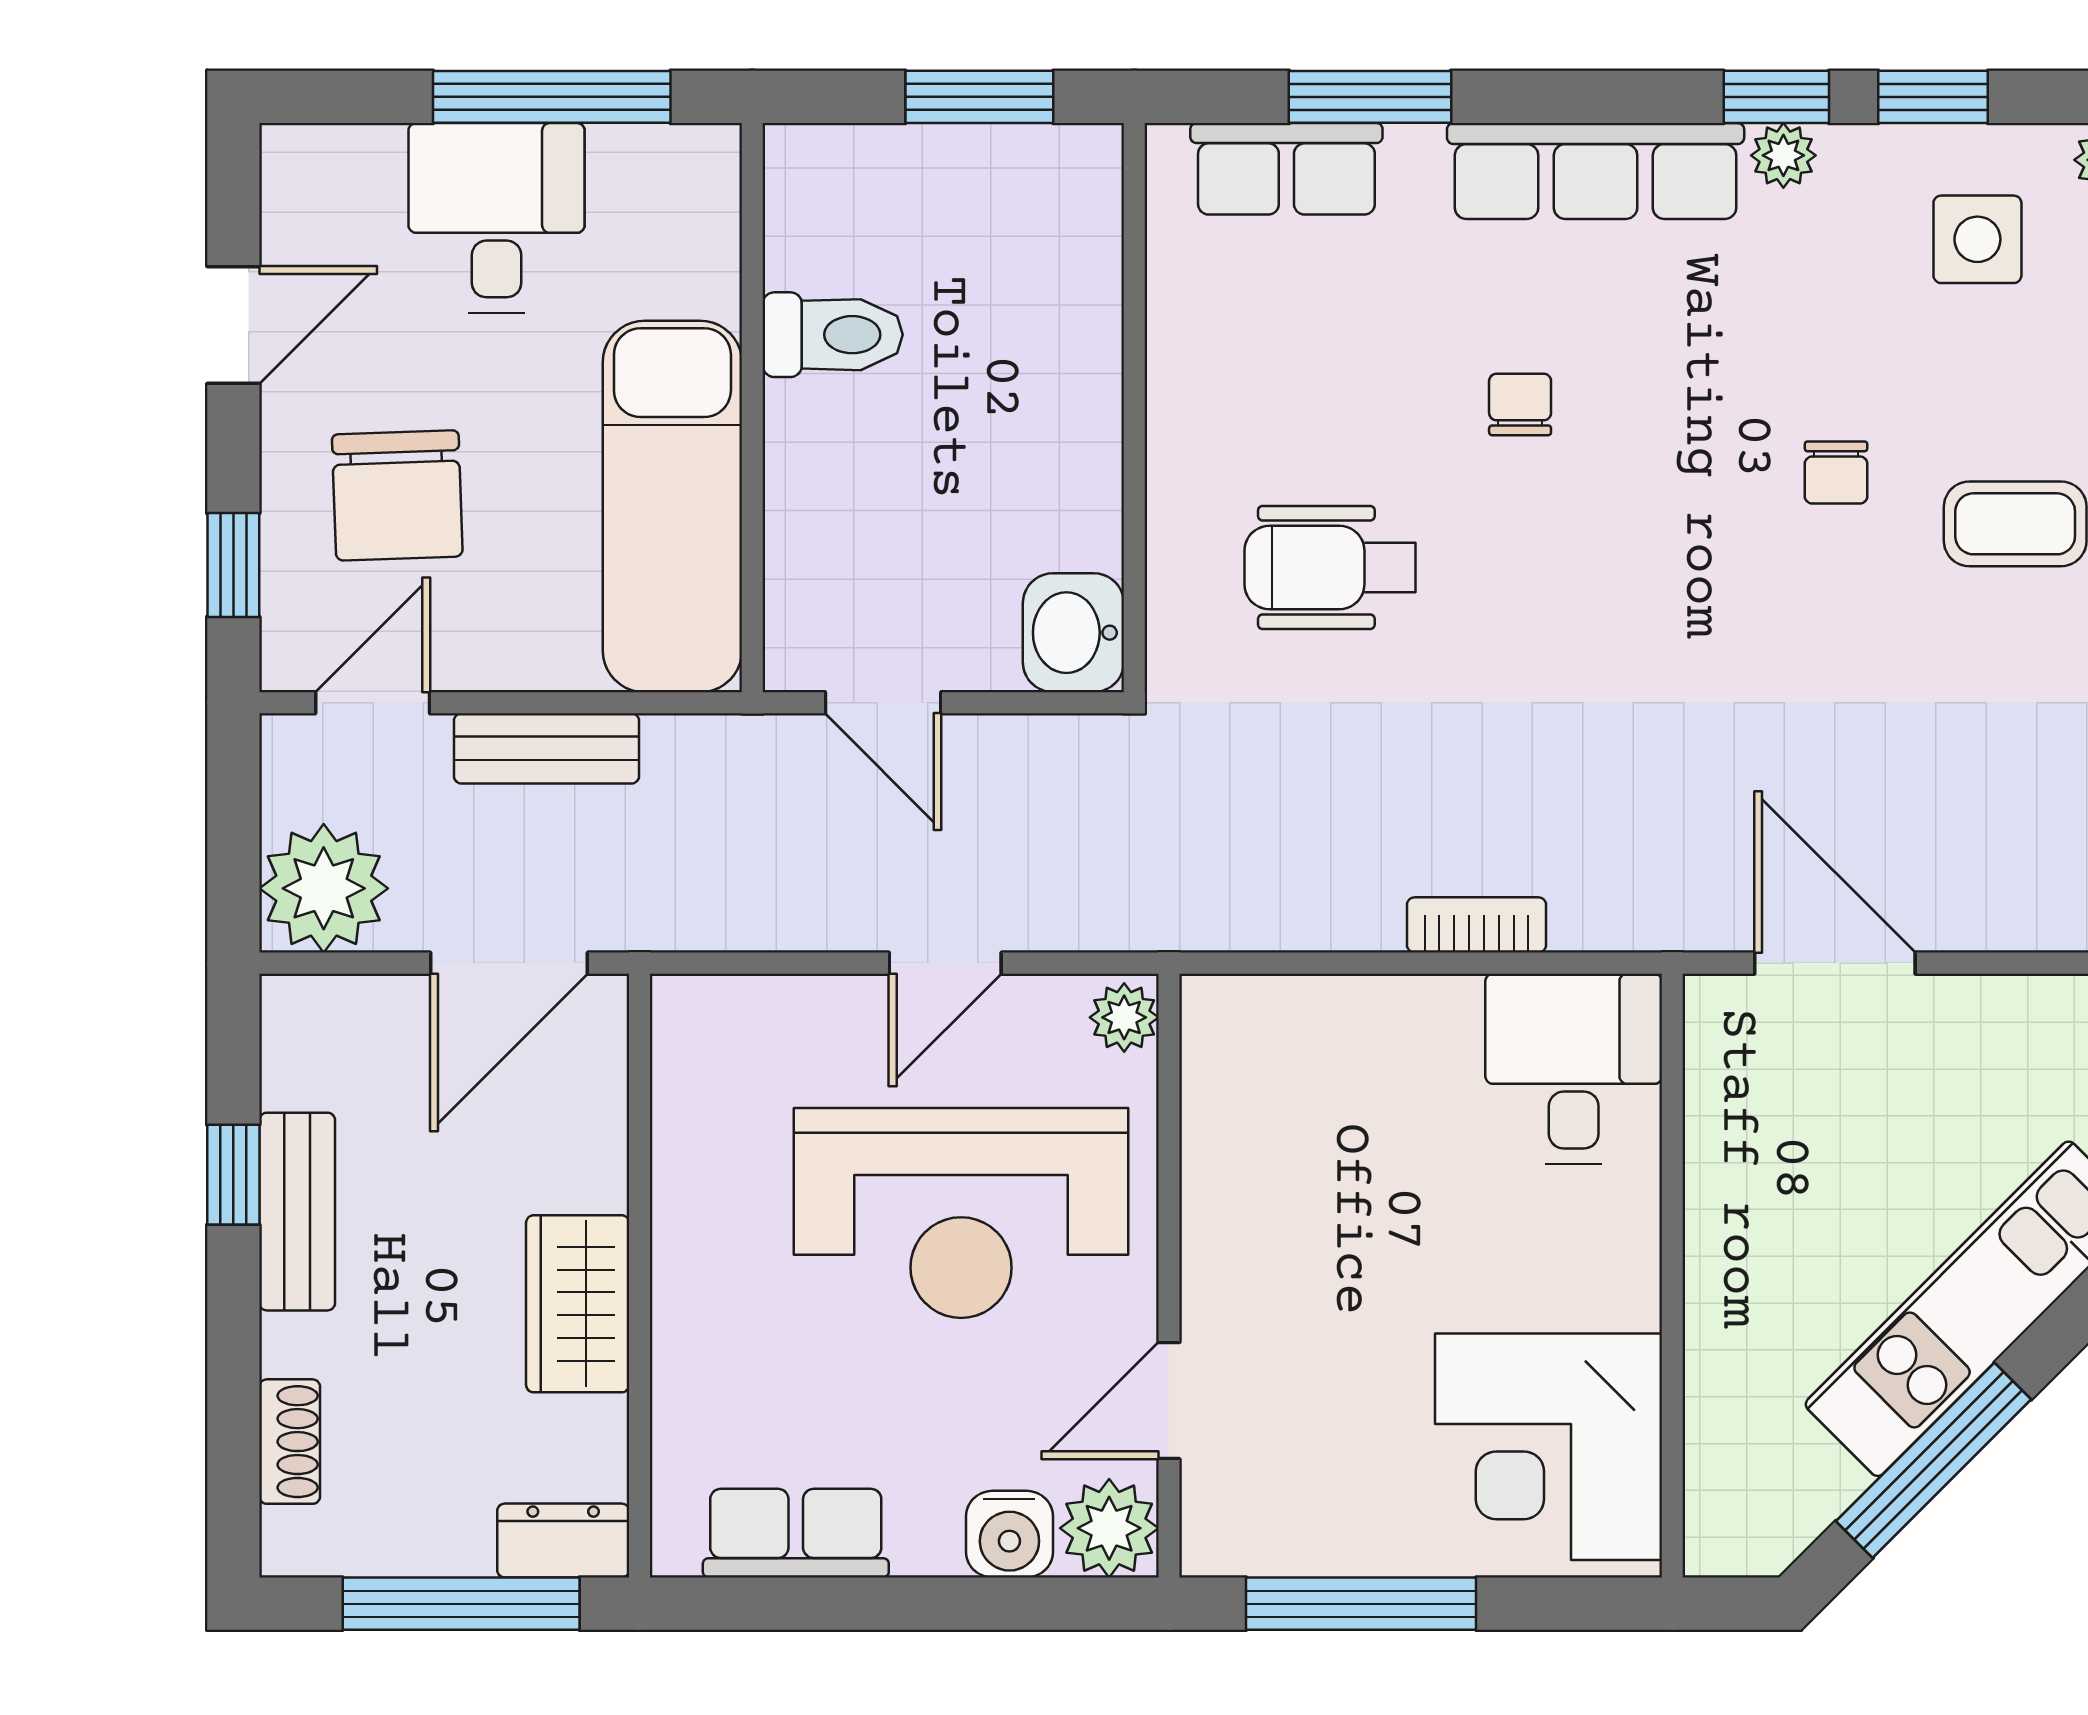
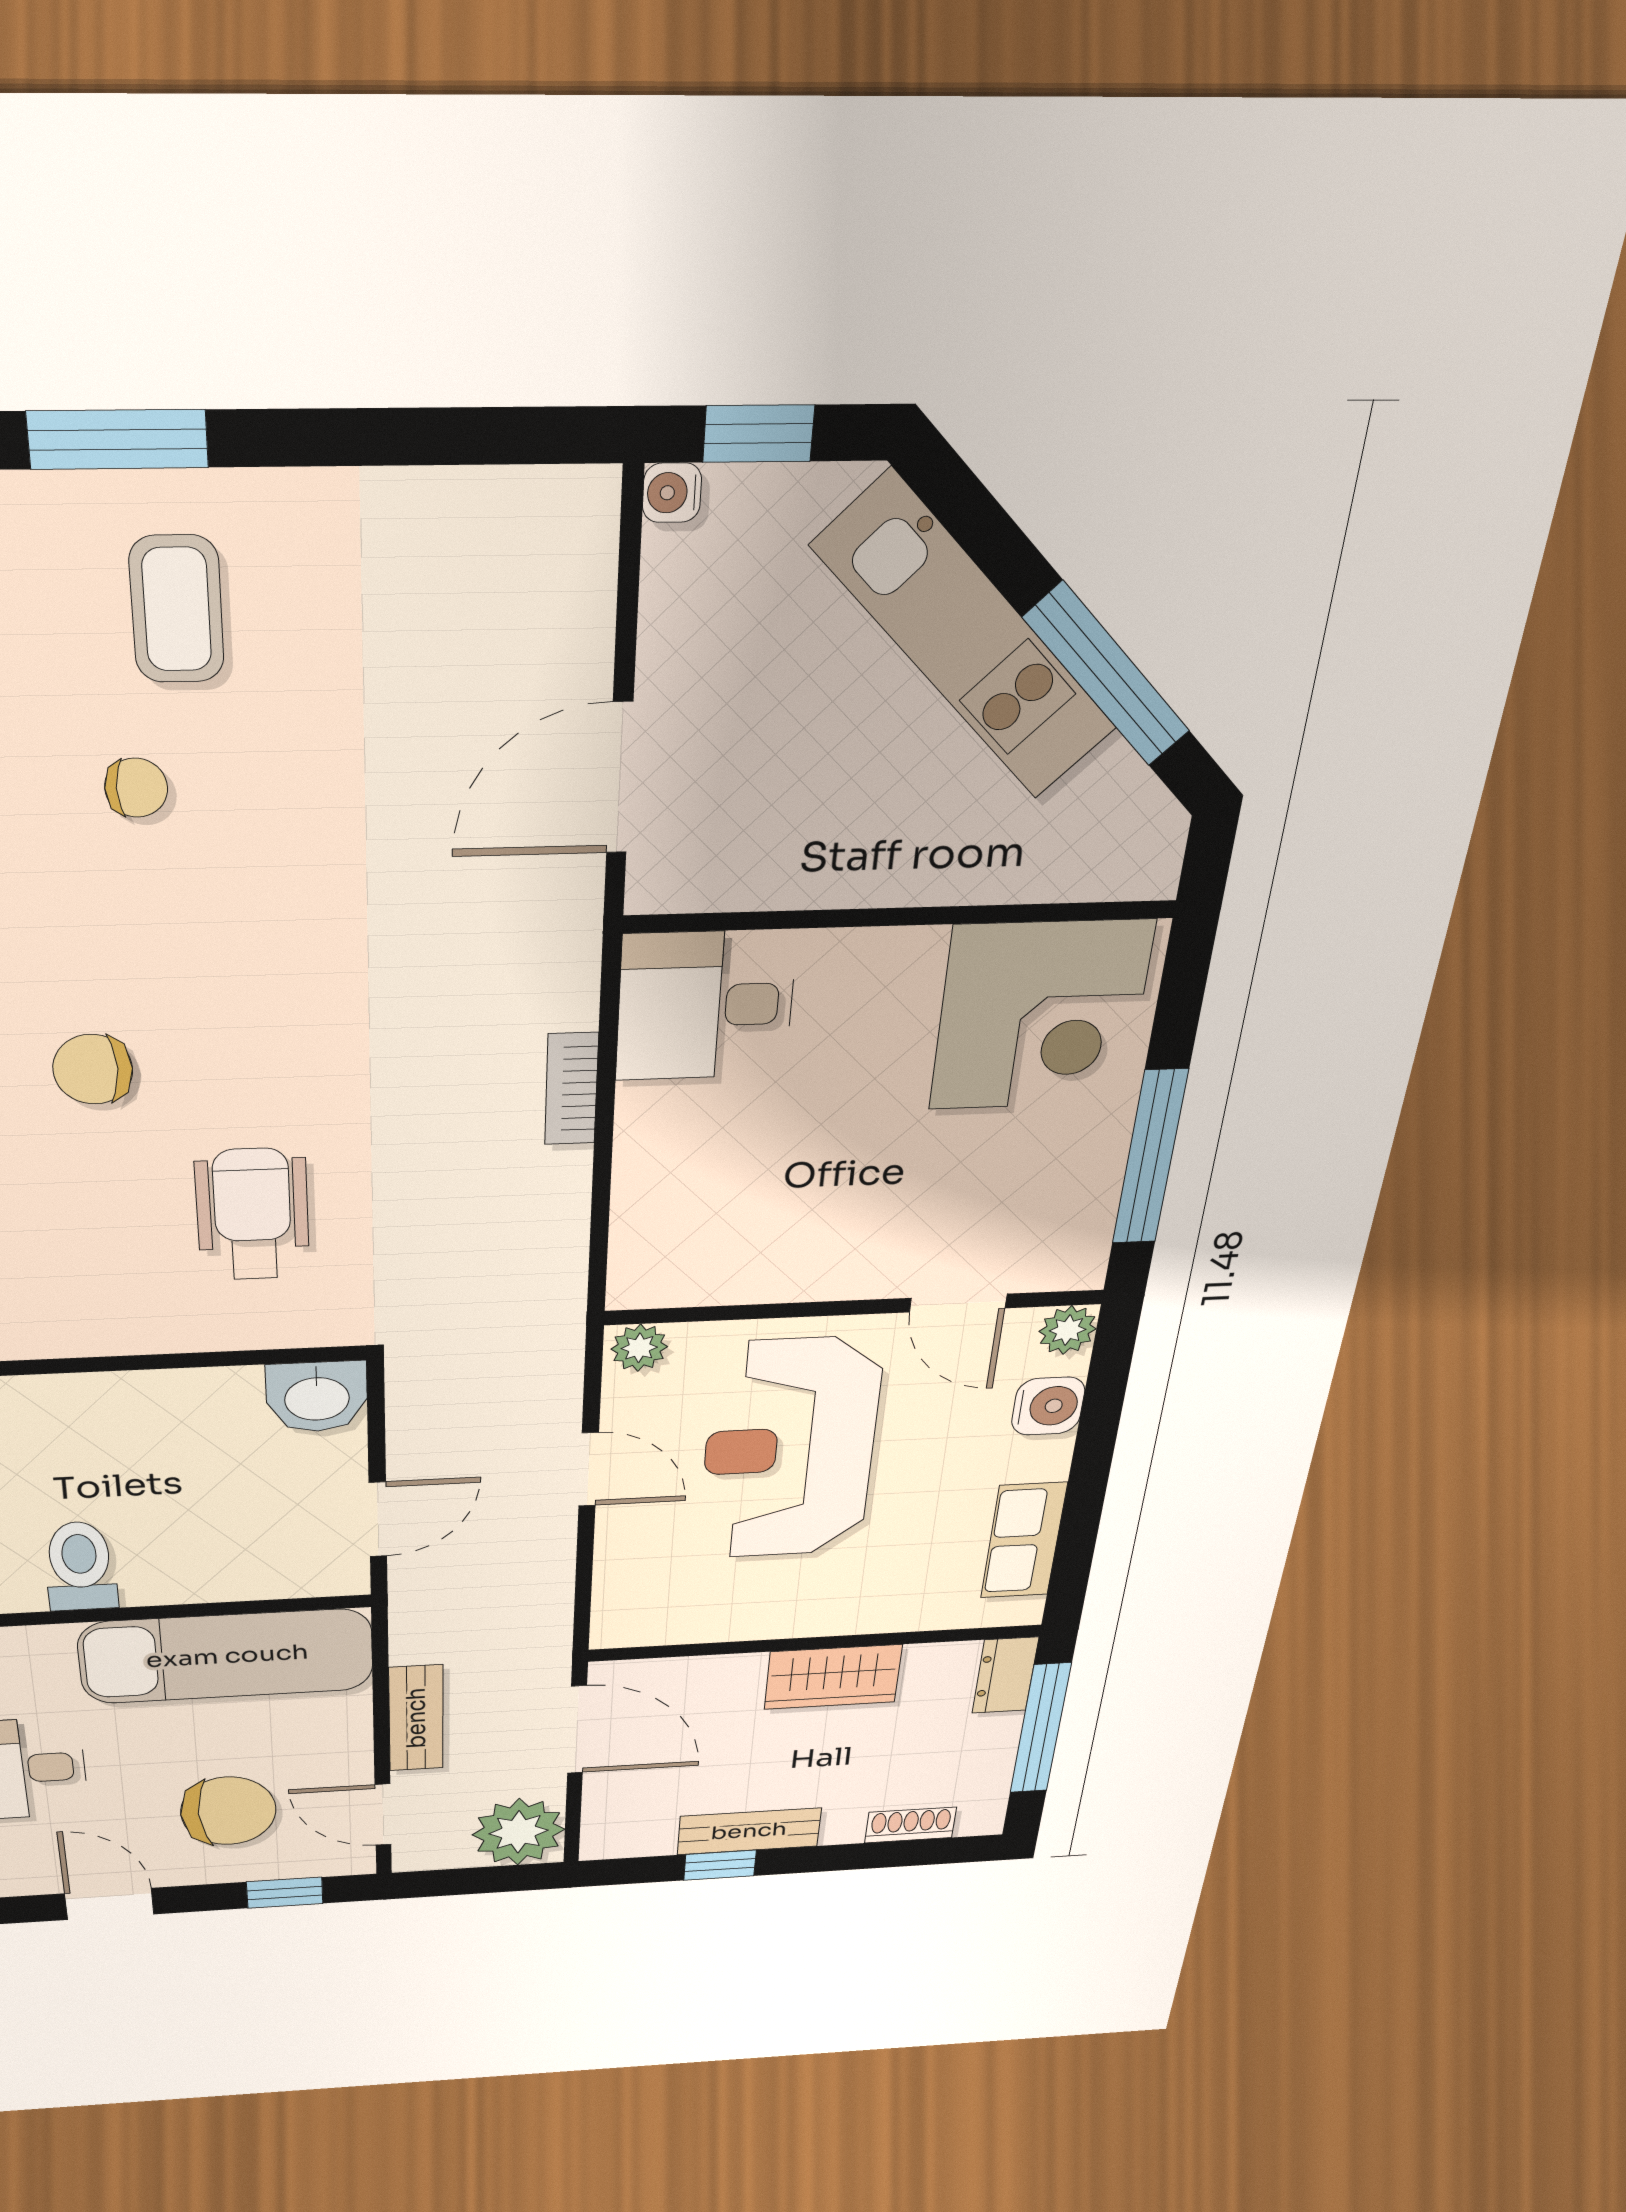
chair: (1520, 404) -> (93, 1069), width x1.37, depth x1.37
wheelchair: (1330, 567) -> (253, 1215), turned 180
reception desk: (961, 1213) -> (789, 1450), turned 180
plant: (1109, 1528) -> (1068, 1330), width x0.73, depth x0.73

